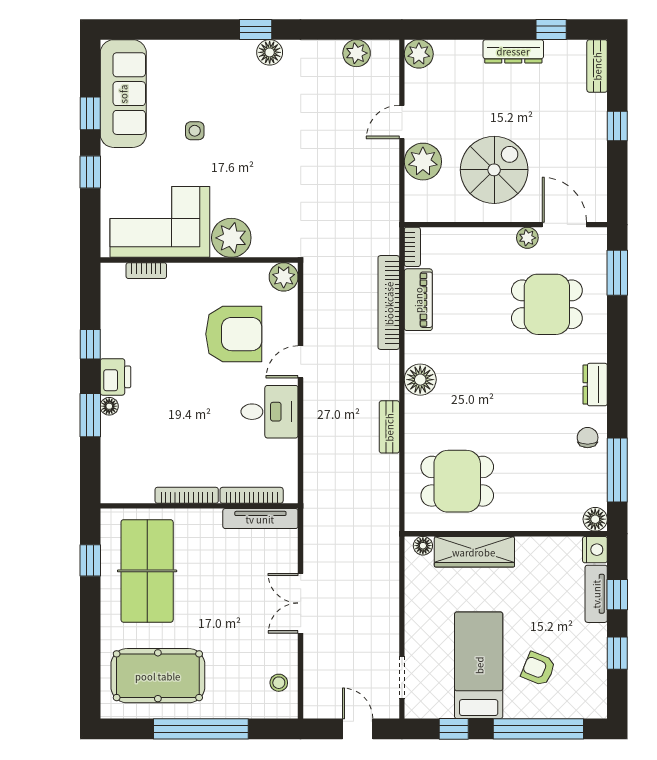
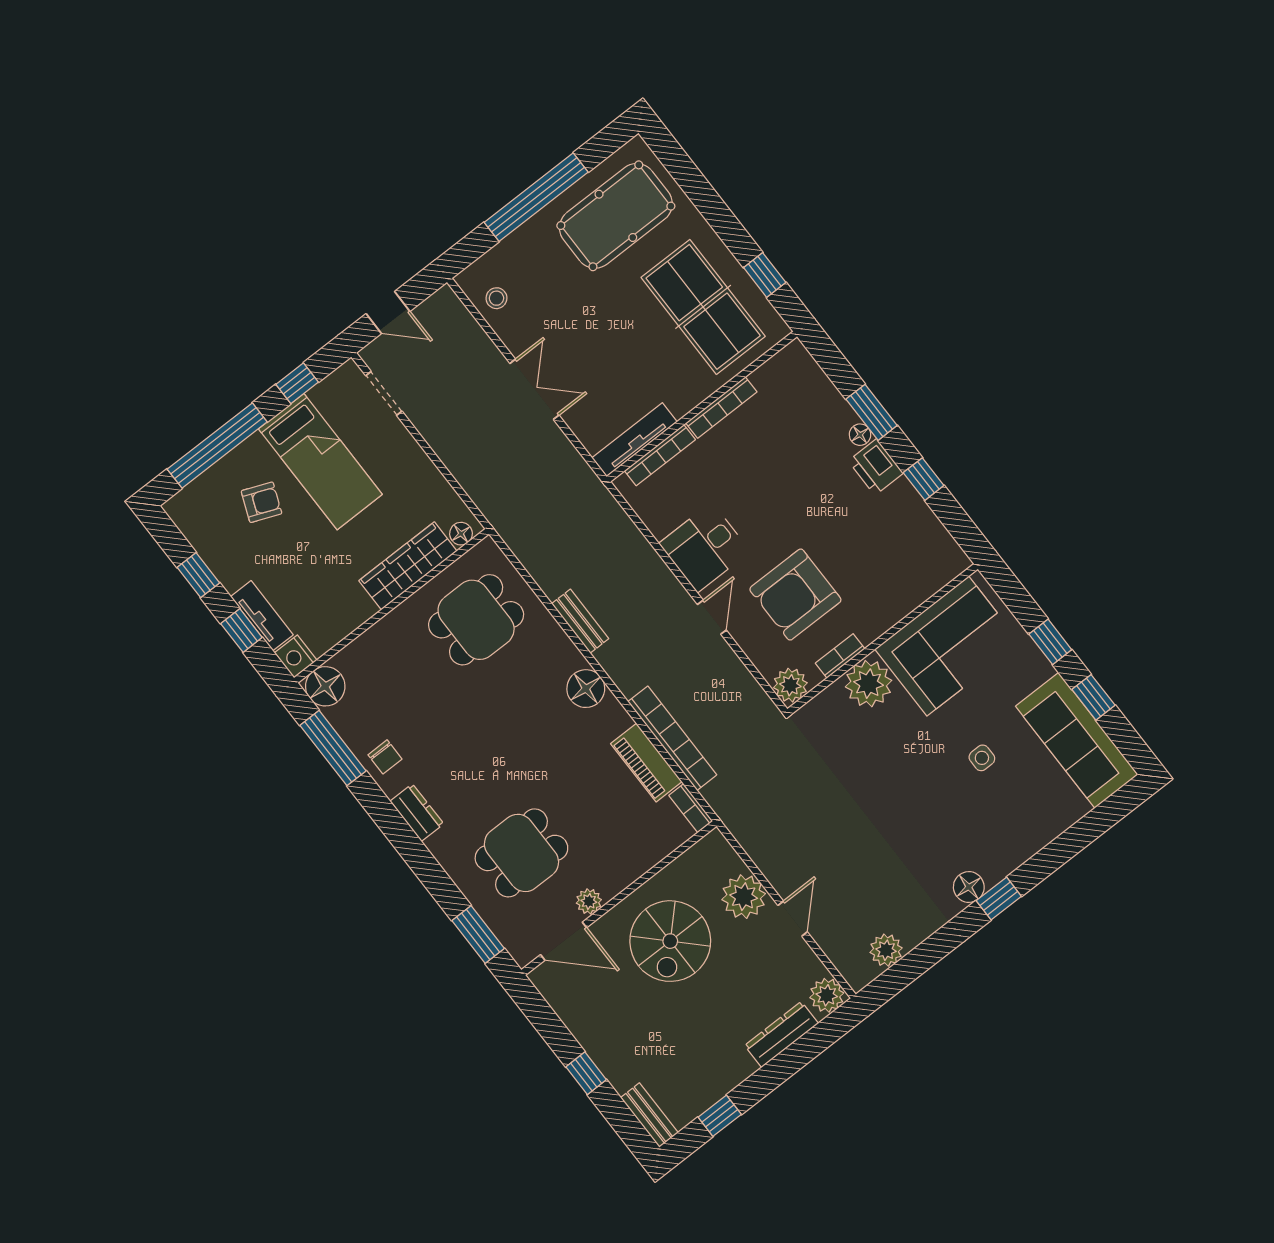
dresser: (513, 51) -> (781, 1034), moved
bookcase: (146, 271) -> (840, 656), moved
floor lamp: (595, 519) -> (325, 686), width x1.38, depth x1.38

